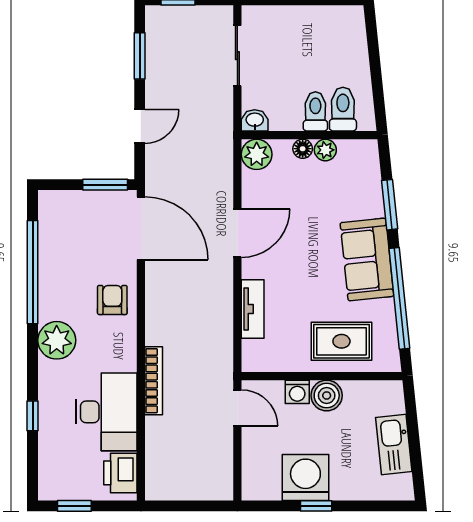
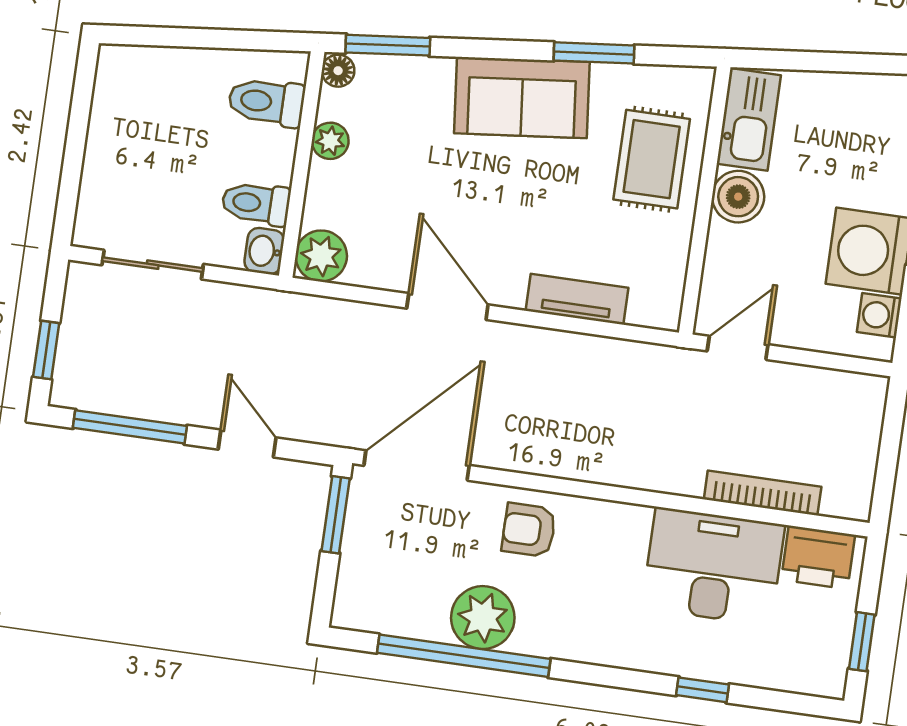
window: (140, 56) -> (130, 427), width x1.44
toilet: (315, 111) -> (256, 203), moved
floor lamp: (303, 149) -> (338, 71), moved
window: (390, 205) -> (388, 45), moved
window: (399, 298) -> (594, 53), width x0.47
plant: (57, 340) -> (483, 618), moved
bookcase: (154, 381) -> (763, 493), moved
washing machine: (297, 392) -> (879, 315), moved, turned 180
kitchen sink: (394, 444) -> (749, 119), moved, turned -84

